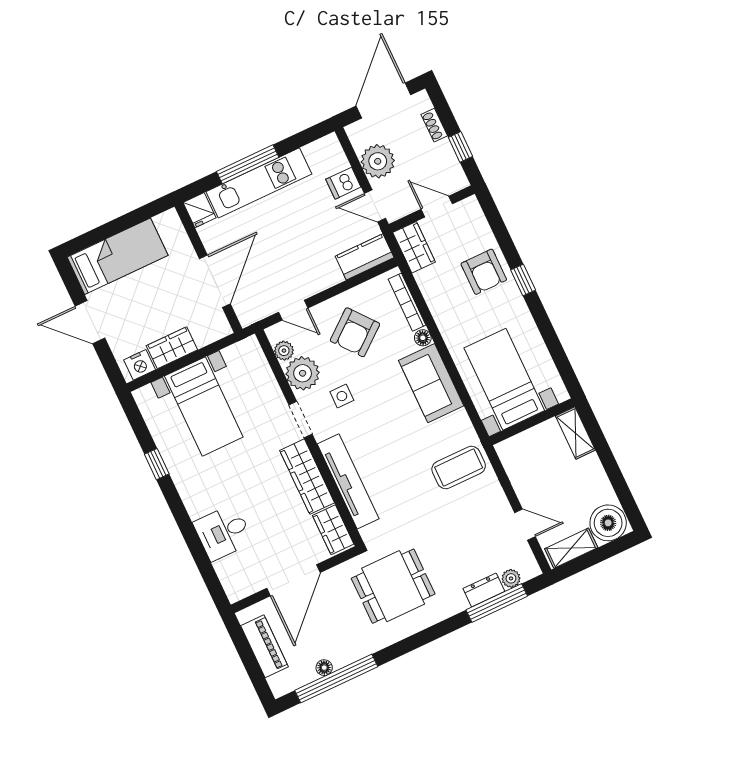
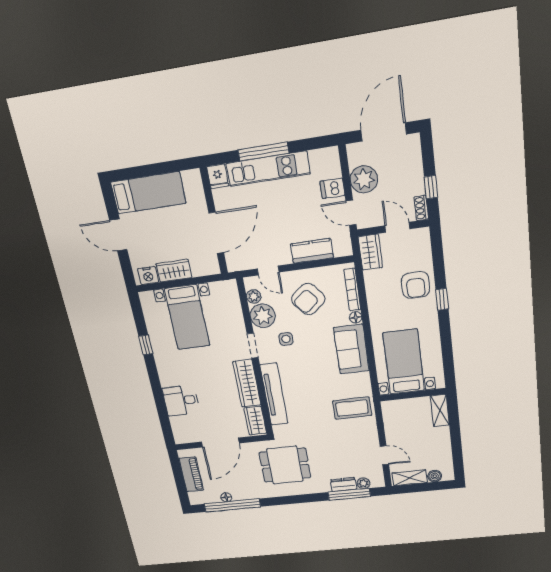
shoe rack: (434, 125) -> (421, 208), moved
kitchen counter: (365, 257) -> (312, 251), moved
boiler: (608, 523) -> (435, 476), width x0.54, depth x0.54

